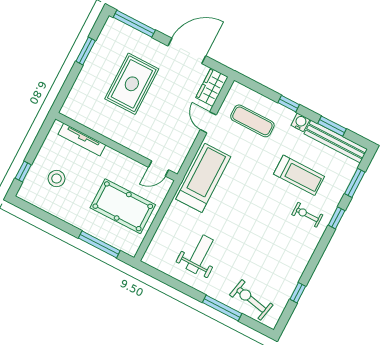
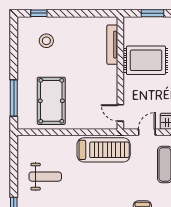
tv unit: (82, 140) -> (112, 45), moved
wall: (116, 147) -> (120, 73), moved
door: (159, 168) -> (120, 113), moved

